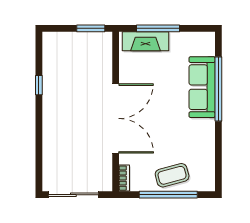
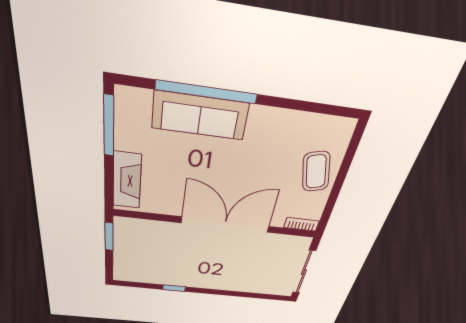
window: (158, 28) -> (109, 126), moved
window: (168, 195) -> (340, 179), removed

